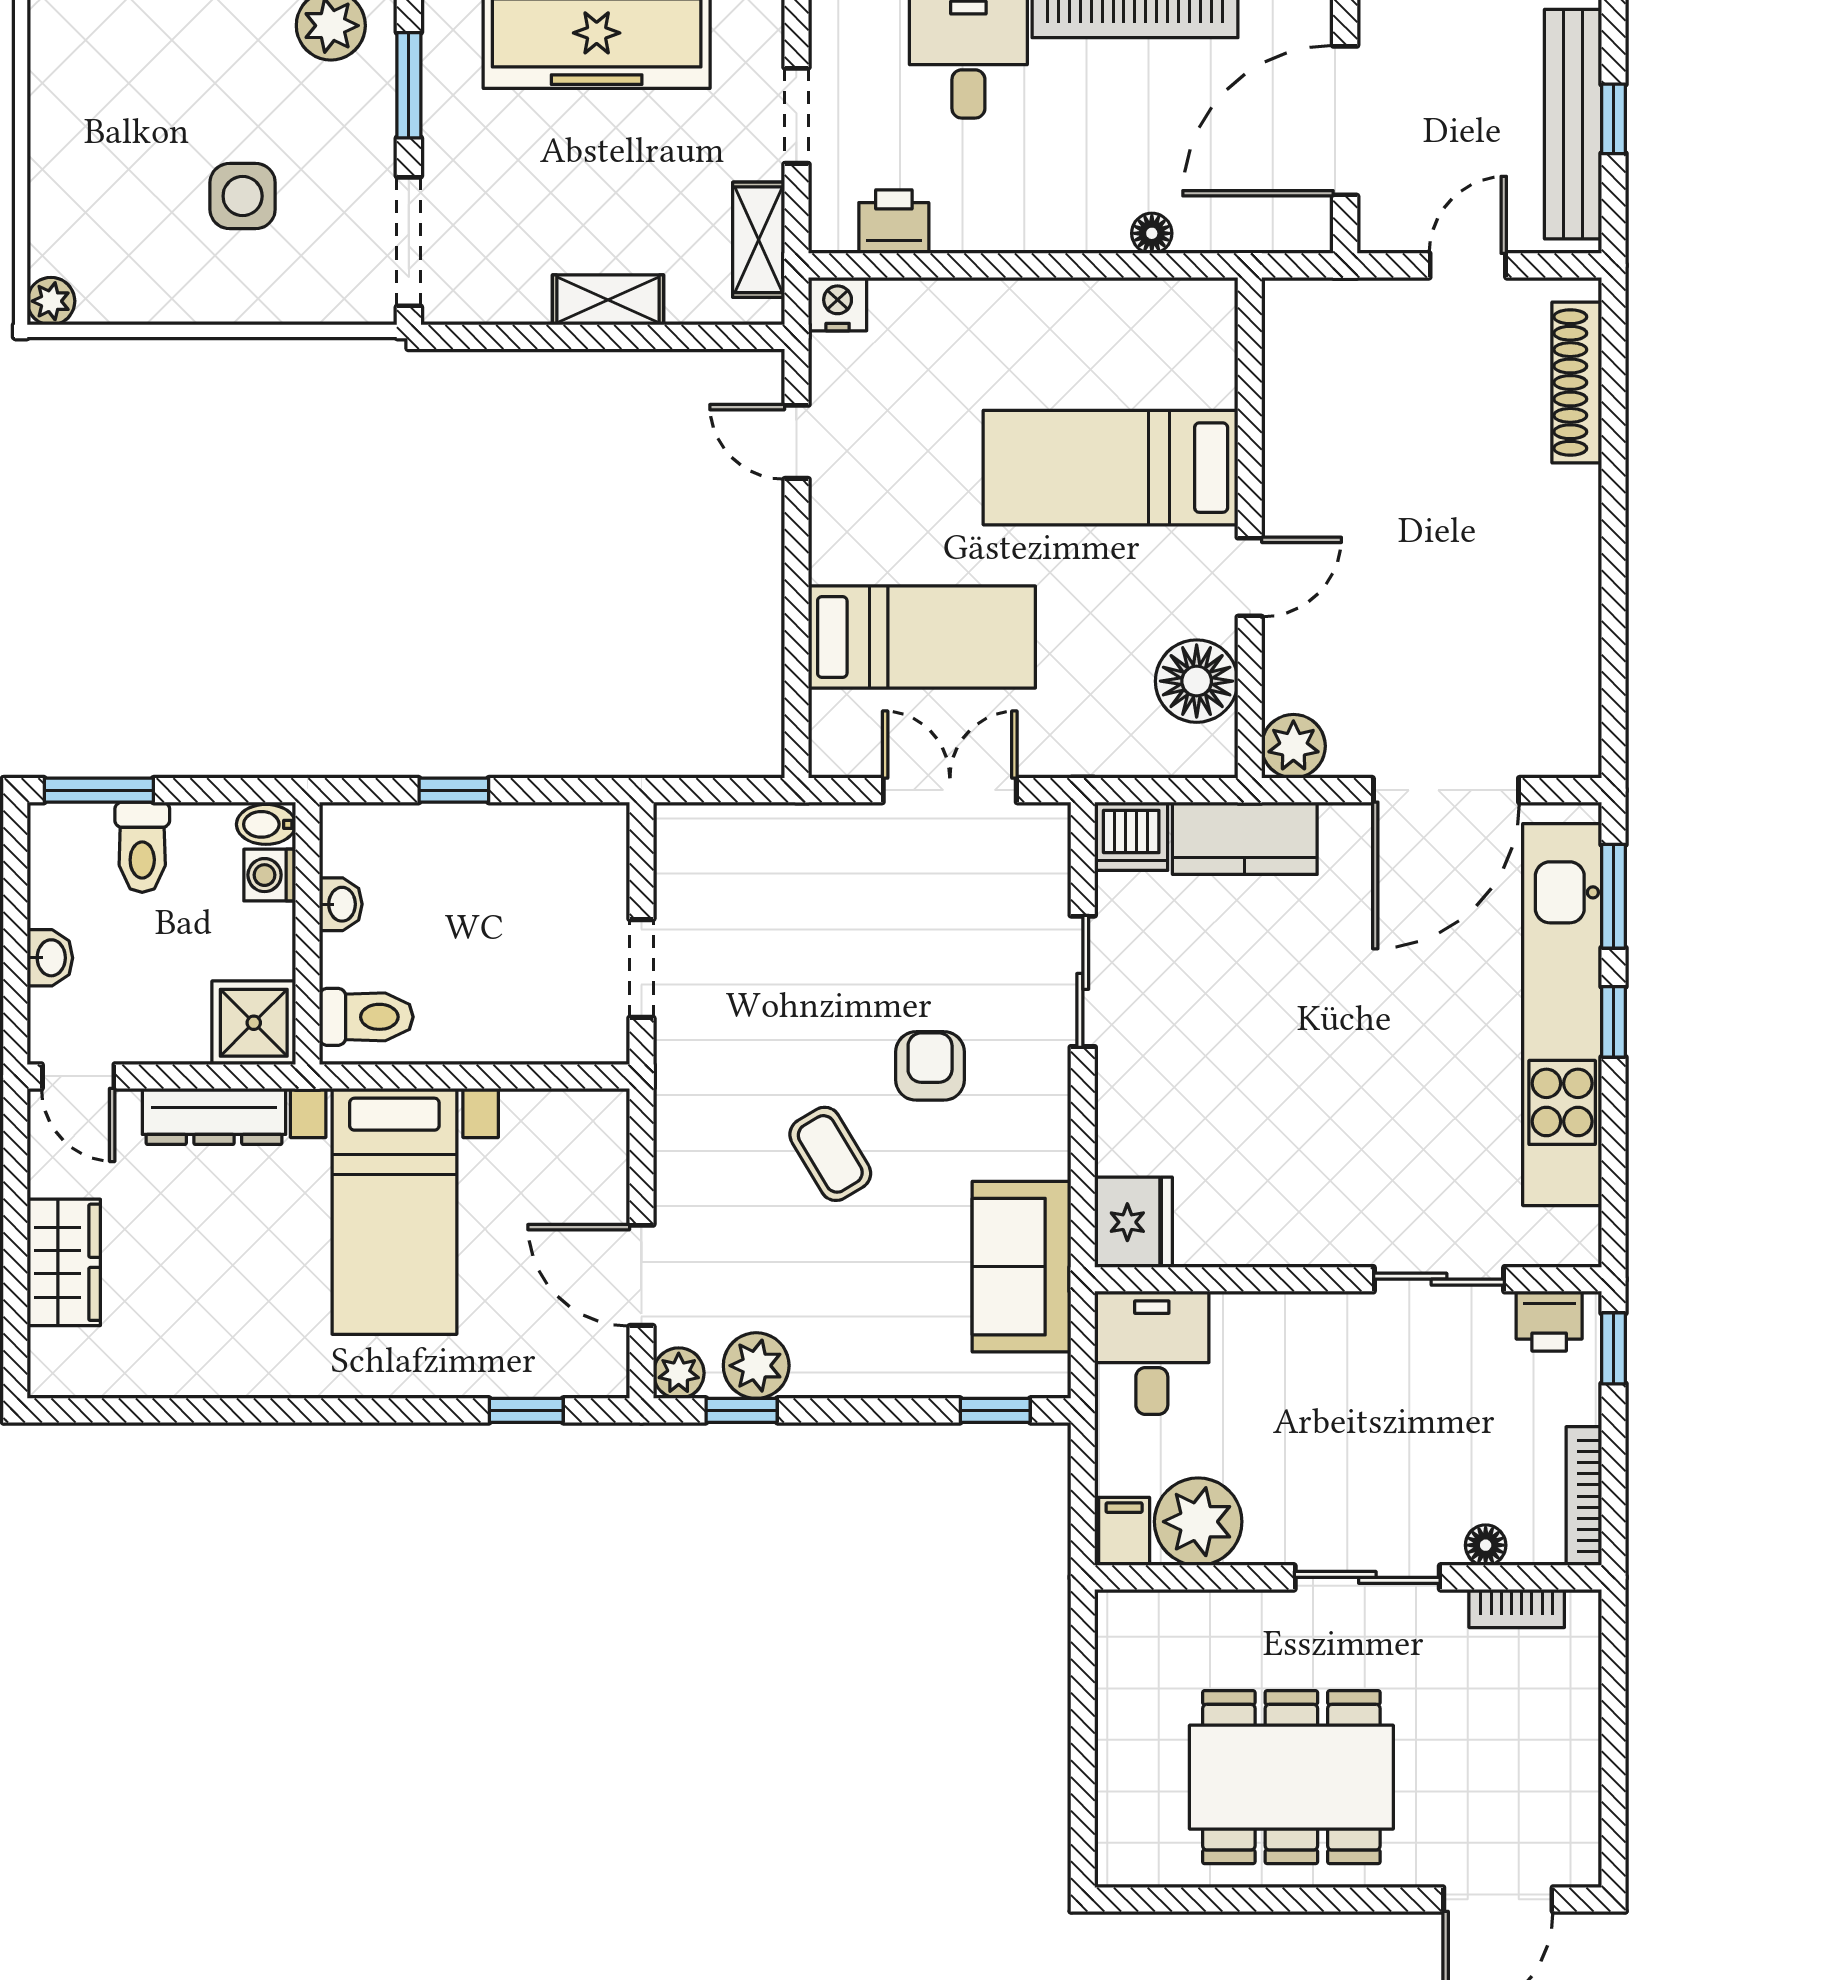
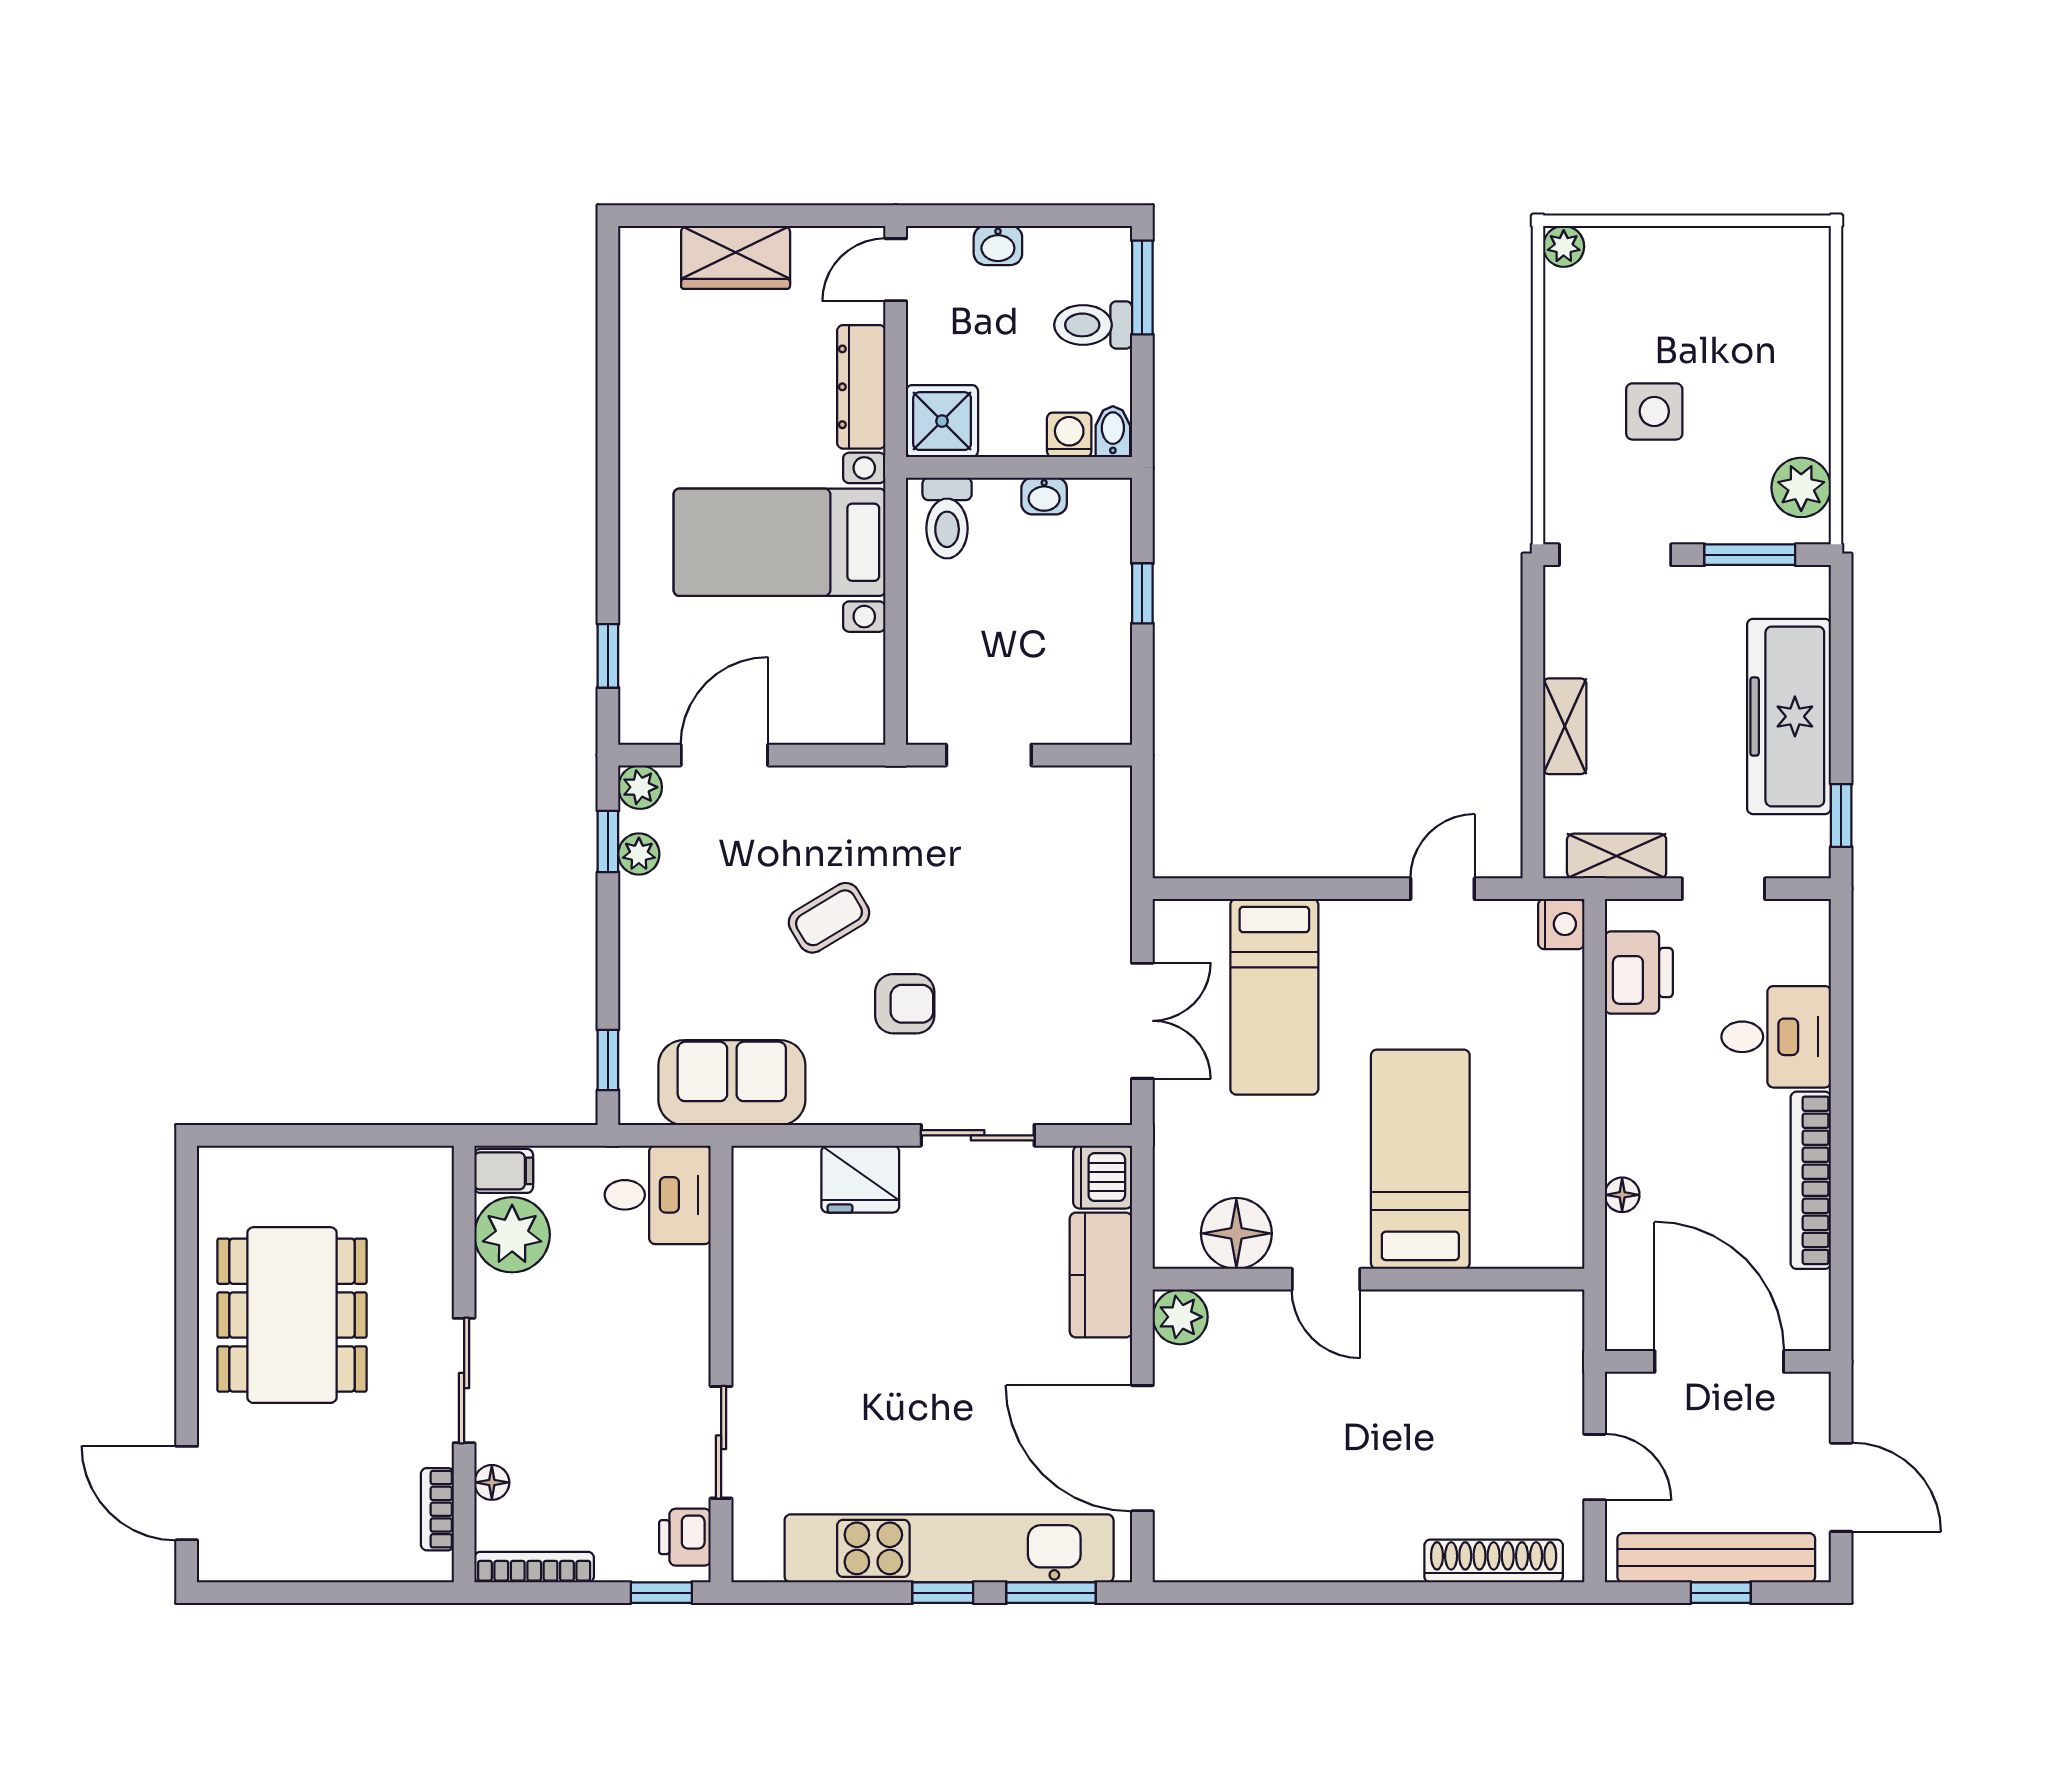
printer: (894, 222) -> (1639, 973), width x1.36, depth x1.24
fridge: (1134, 1222) -> (860, 1179), moved
plant: (756, 1366) -> (639, 854), width x0.73, depth x0.73

